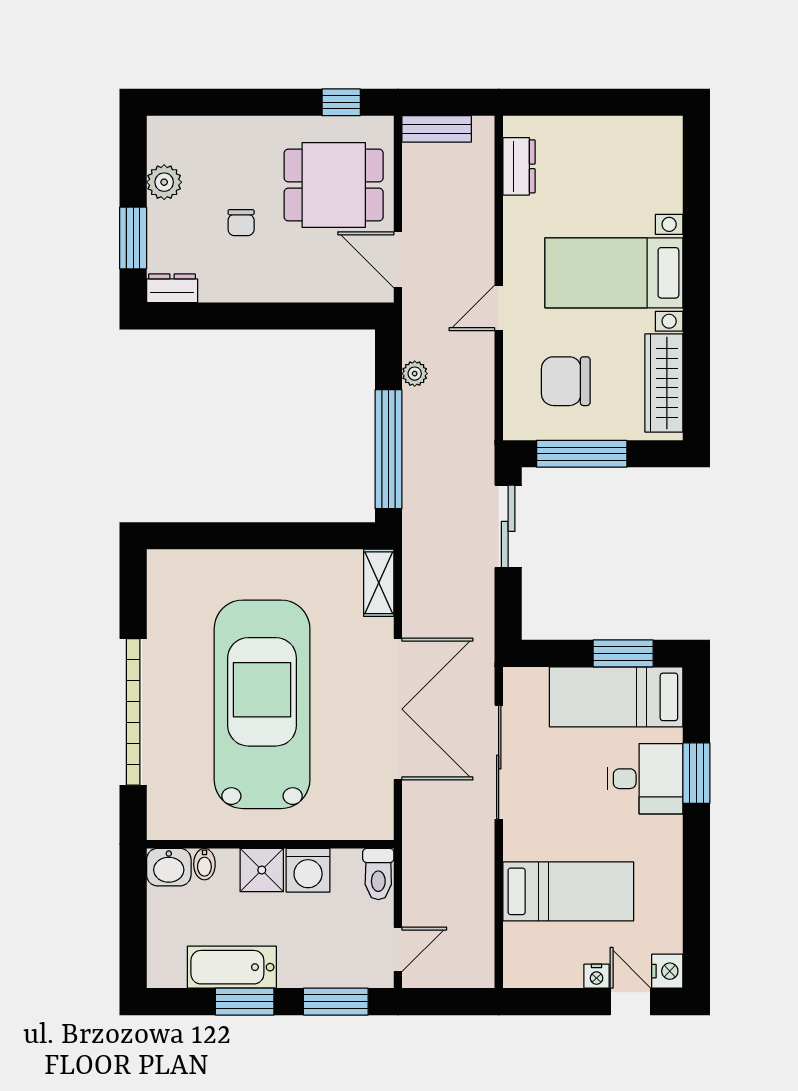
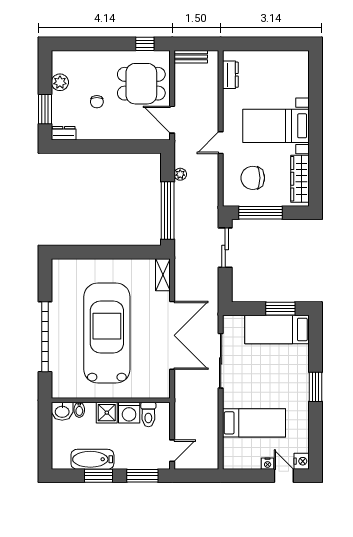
window: (696, 773) -> (316, 387), moved
desk: (645, 779) -> (291, 369), removed
toilet: (378, 874) -> (148, 415), moved

